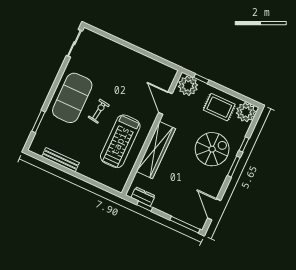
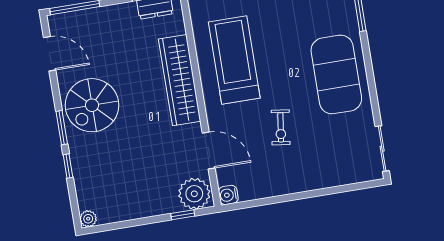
water cooler: (171, 73) -> (228, 195), added
rug: (219, 107) -> (134, 193), removed
exercise bike: (99, 111) -> (281, 127), moved
plant: (246, 112) -> (88, 219), width x0.53, depth x0.53
spiral stairs: (212, 149) -> (92, 105), moved

